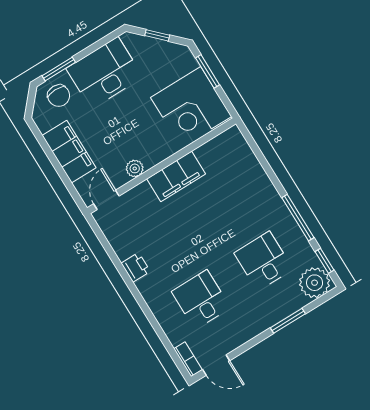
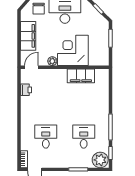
corner desk: (191, 107) -> (73, 50), moved, turned 90
filing cabinet: (176, 176) -> (81, 76), moved
printer: (136, 267) -> (26, 90), moved

